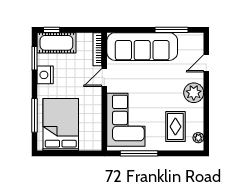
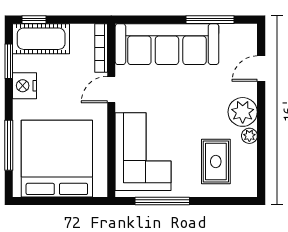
bed: (61, 124) -> (57, 159), width x1.36
plant: (198, 138) -> (249, 136), moved

